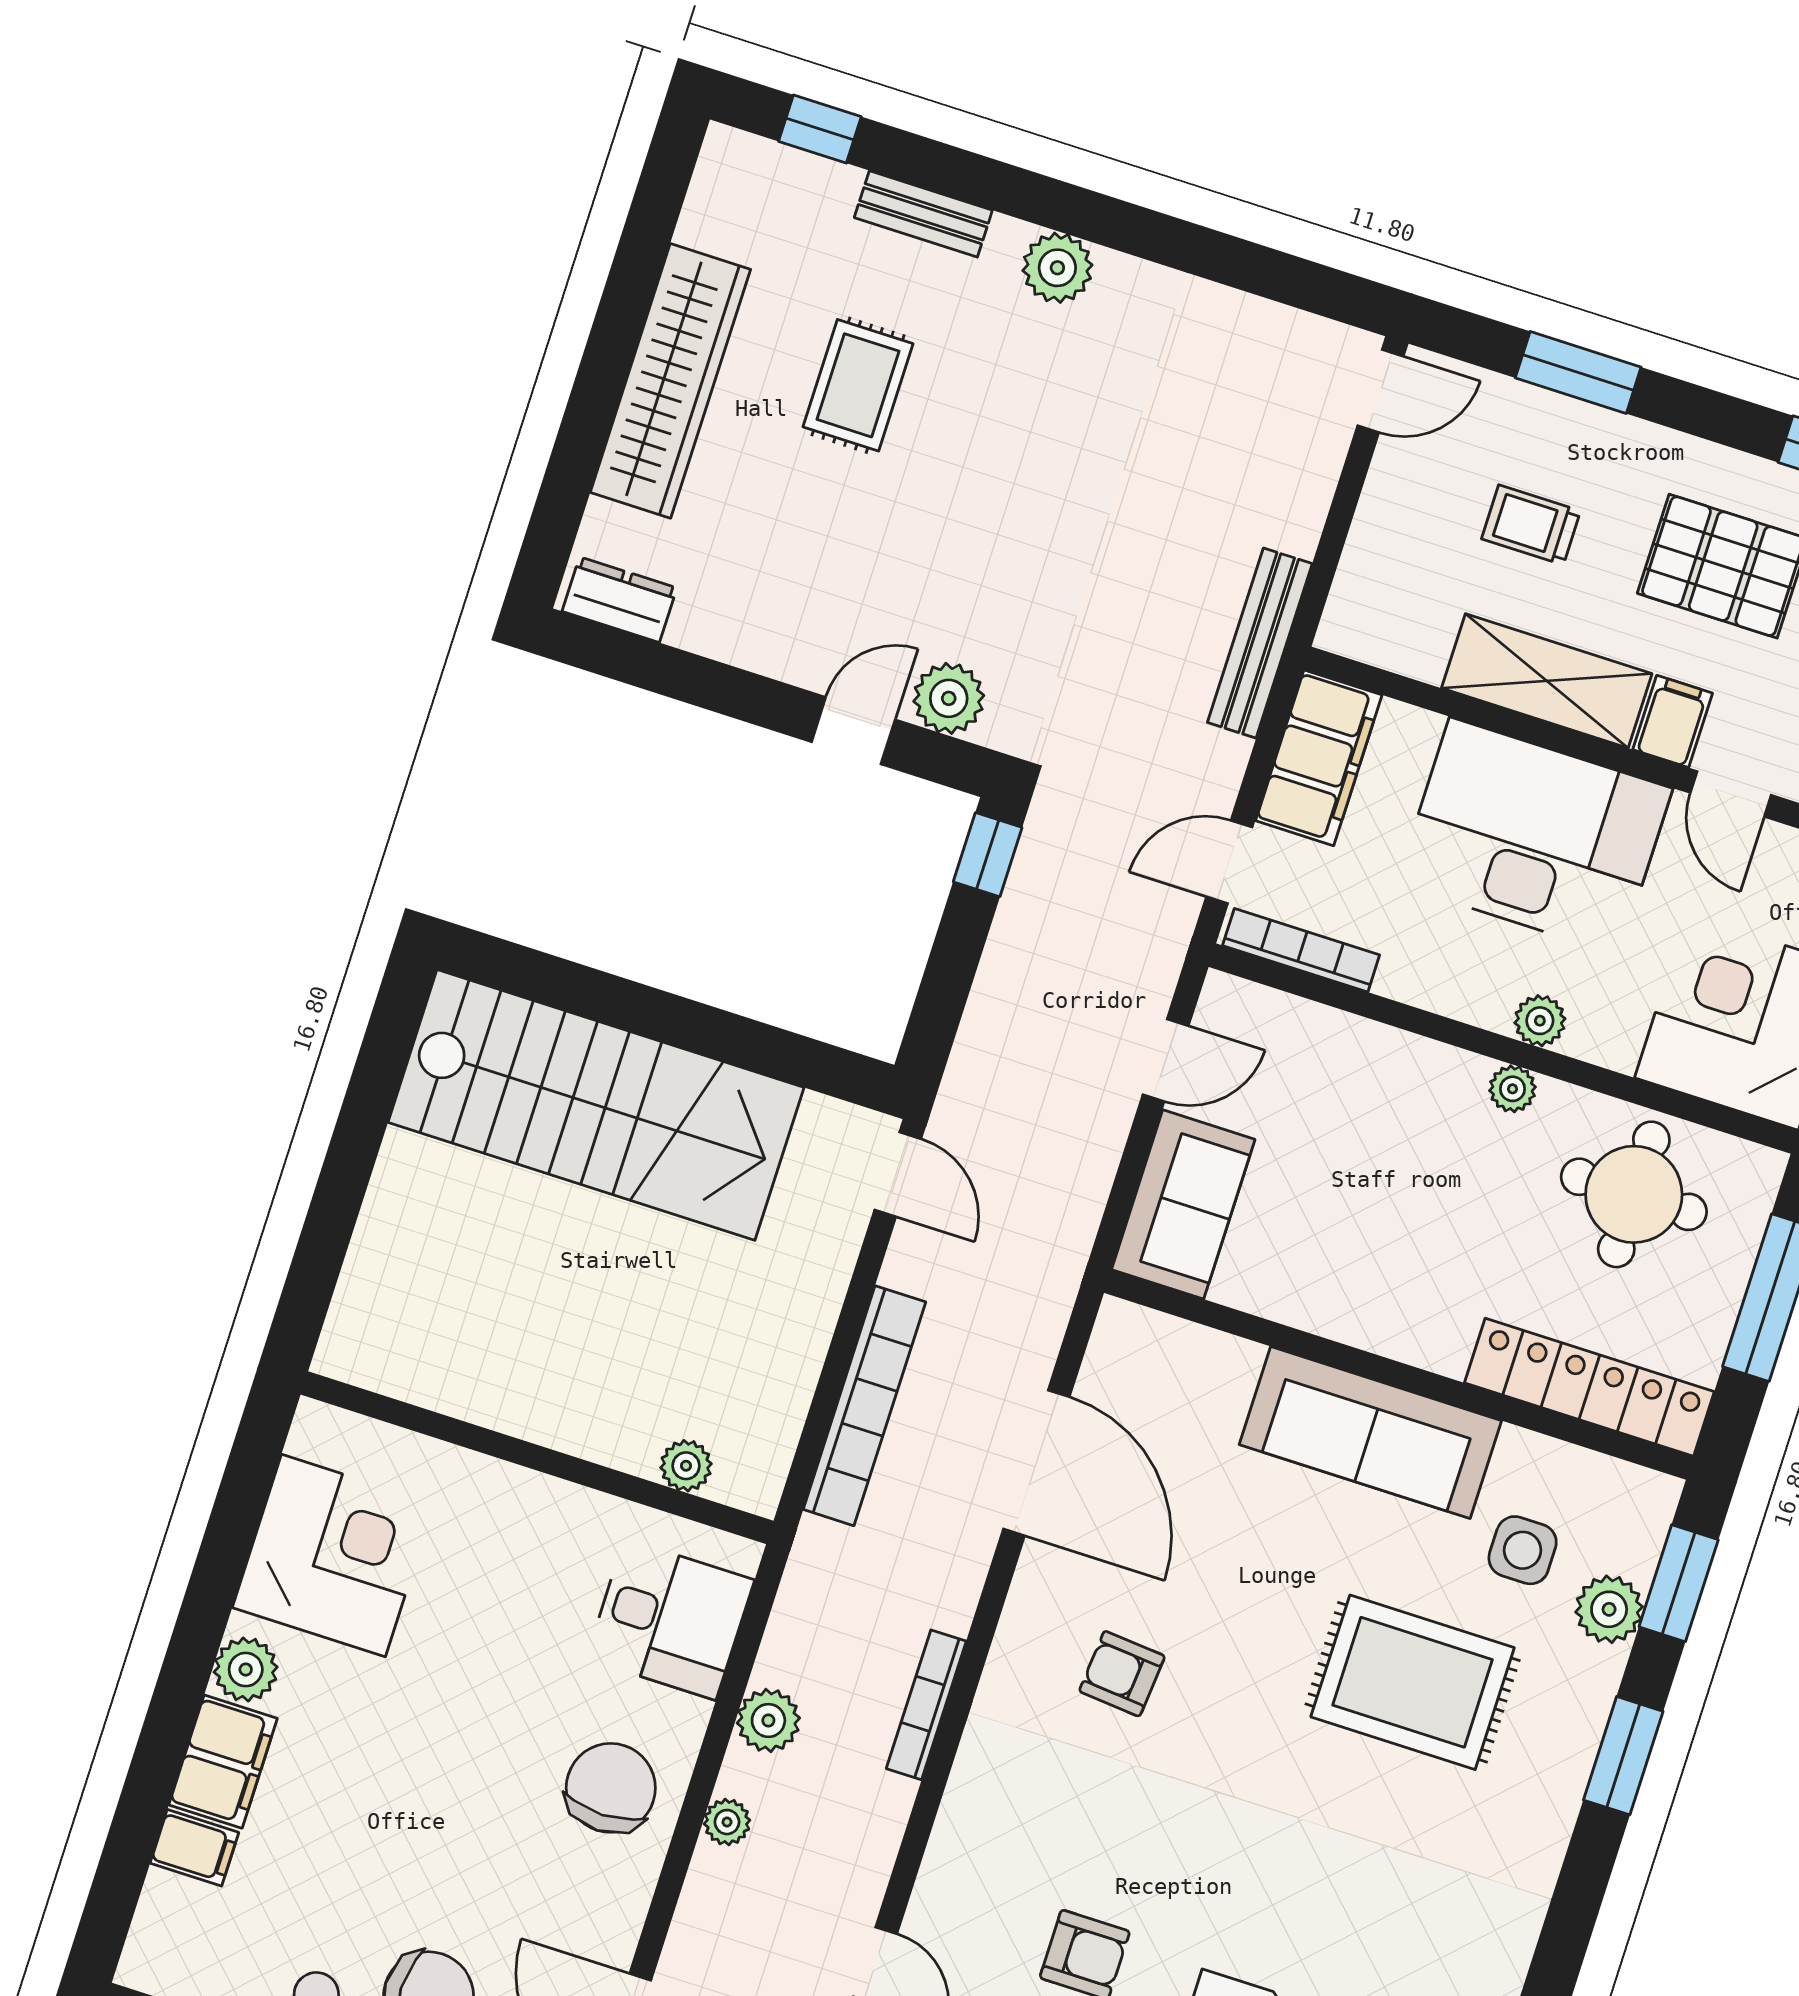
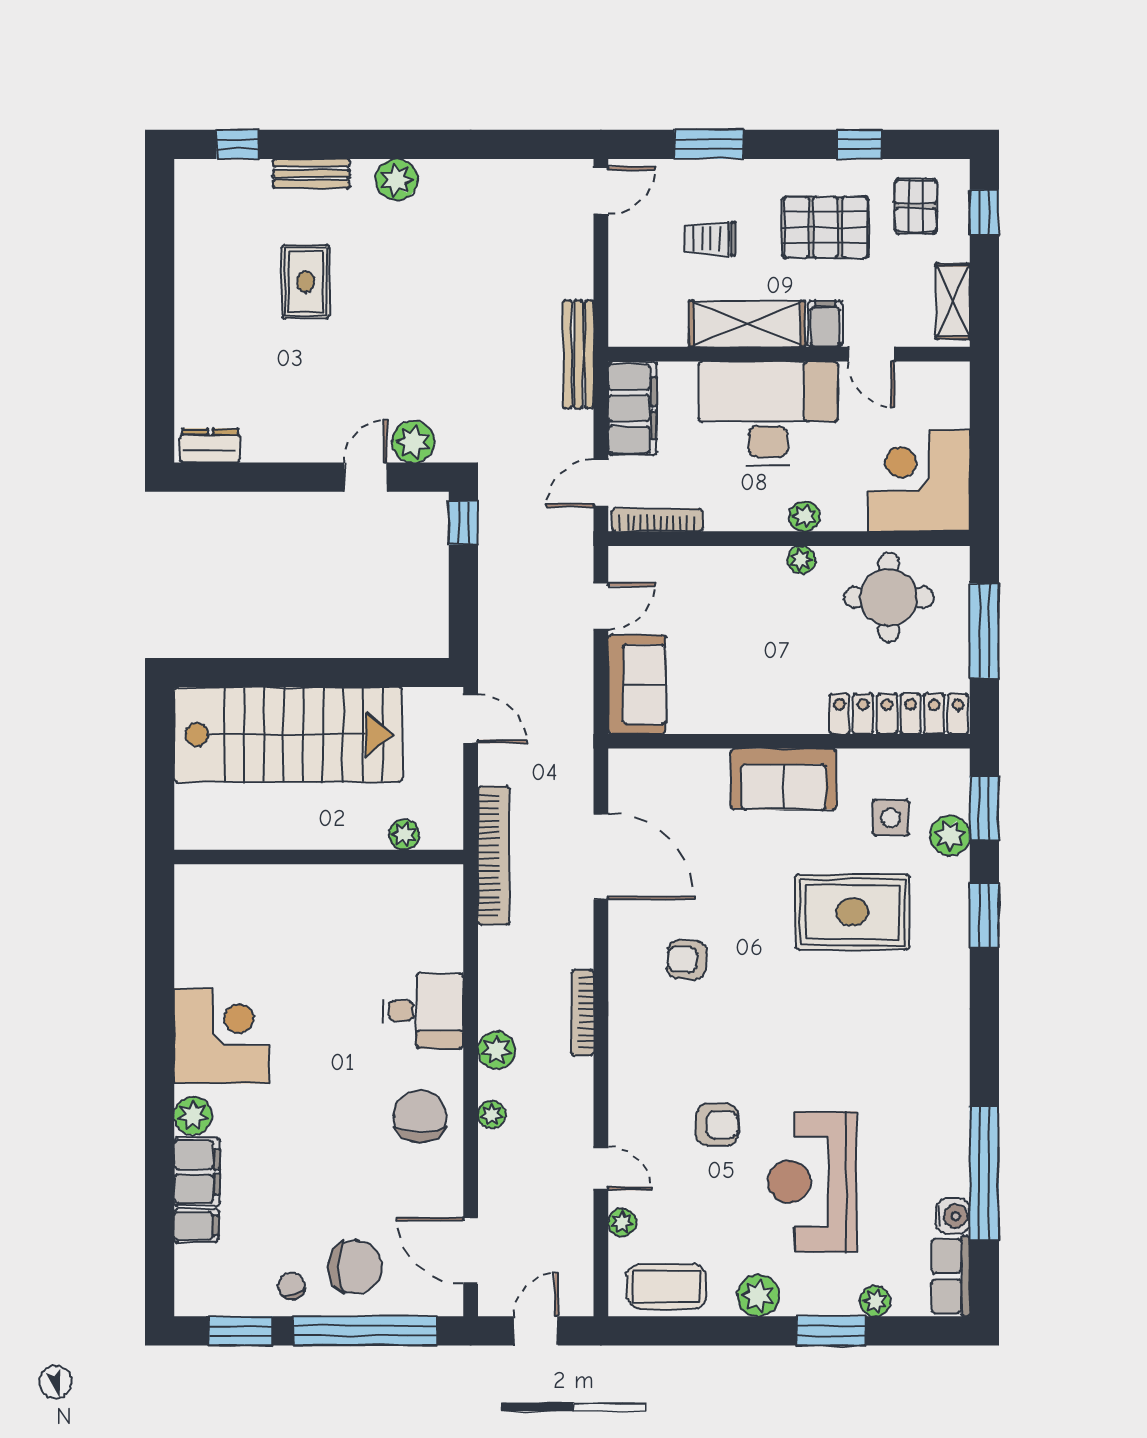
wardrobe: (670, 381) -> (199, 313), removed
sofa: (1370, 1433) -> (783, 779), width x0.73
wall: (537, 1458) -> (319, 857), moved
plant: (686, 1466) -> (404, 835), moved

